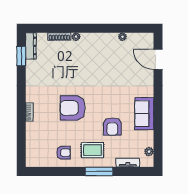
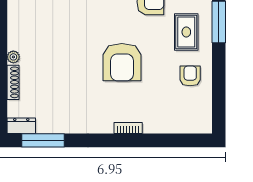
dresser: (31, 46) -> (21, 126), width x0.70
window: (21, 56) -> (43, 140), width x1.44

